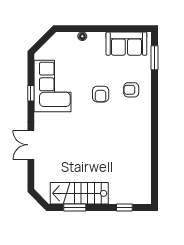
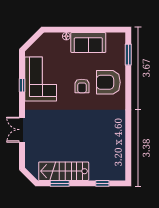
sofa: (126, 44) -> (88, 43), moved
armchair: (131, 90) -> (108, 82), width x1.88, depth x1.88

